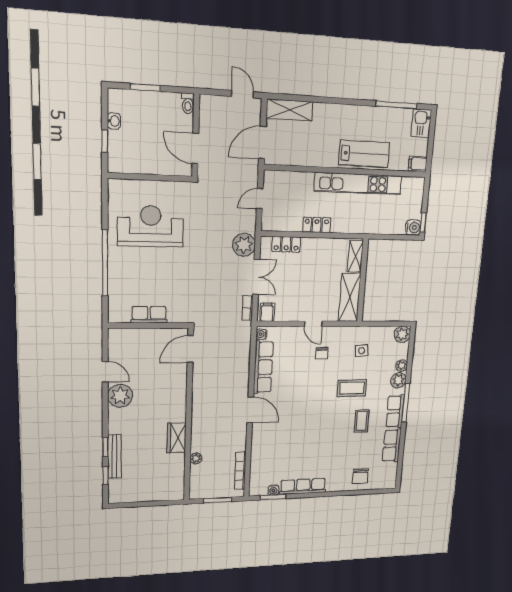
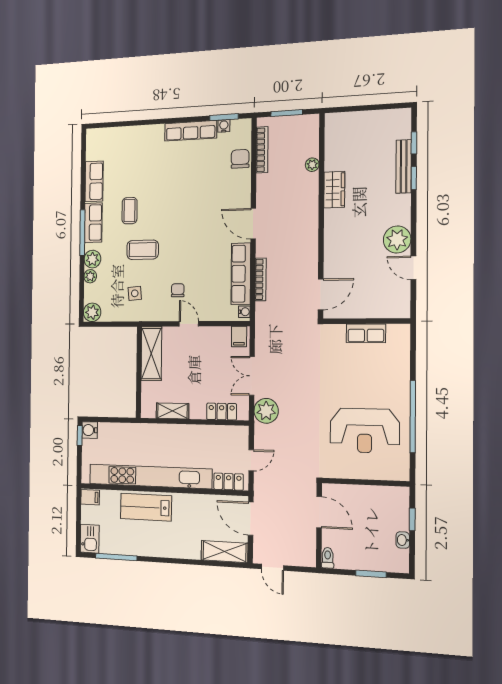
door: (262, 142) -> (251, 519), swing flipped
kitchen unit: (358, 184) -> (150, 476), width x1.36
locker: (317, 225) -> (229, 482), moved, turned 180
shelving: (355, 256) -> (172, 411), moved, turned 90
window: (105, 263) -> (413, 417), moved
bookcase: (248, 308) -> (261, 279), moved, width x1.56
chair: (361, 476) -> (240, 159), moved

